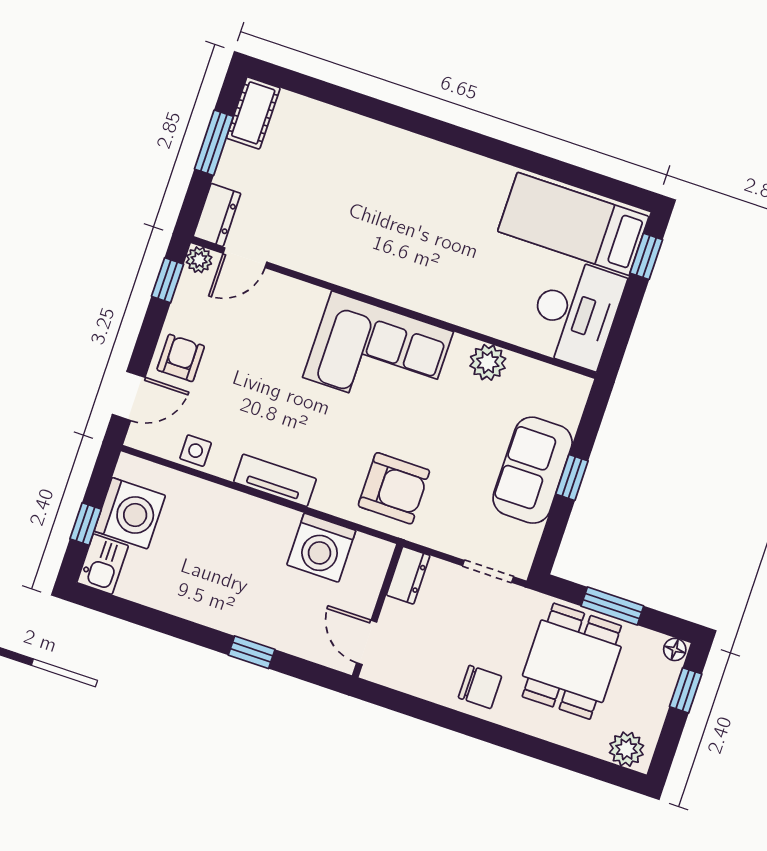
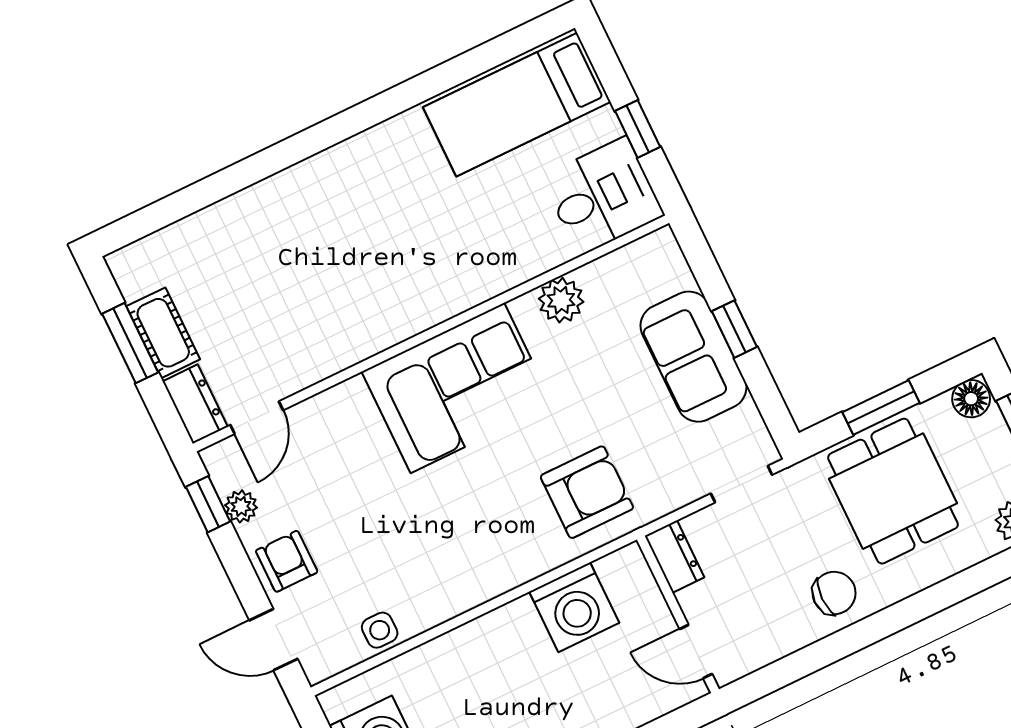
cot: (253, 113) -> (163, 333), moved
window: (646, 256) -> (638, 129), moved
plant: (199, 260) -> (241, 506), moved
desk: (575, 313) -> (603, 196), width x0.73
door: (129, 396) -> (273, 640), swing flipped
tv unit: (275, 480) -> (475, 588), removed
floor lamp: (675, 649) -> (971, 399), width x1.37, depth x1.37

